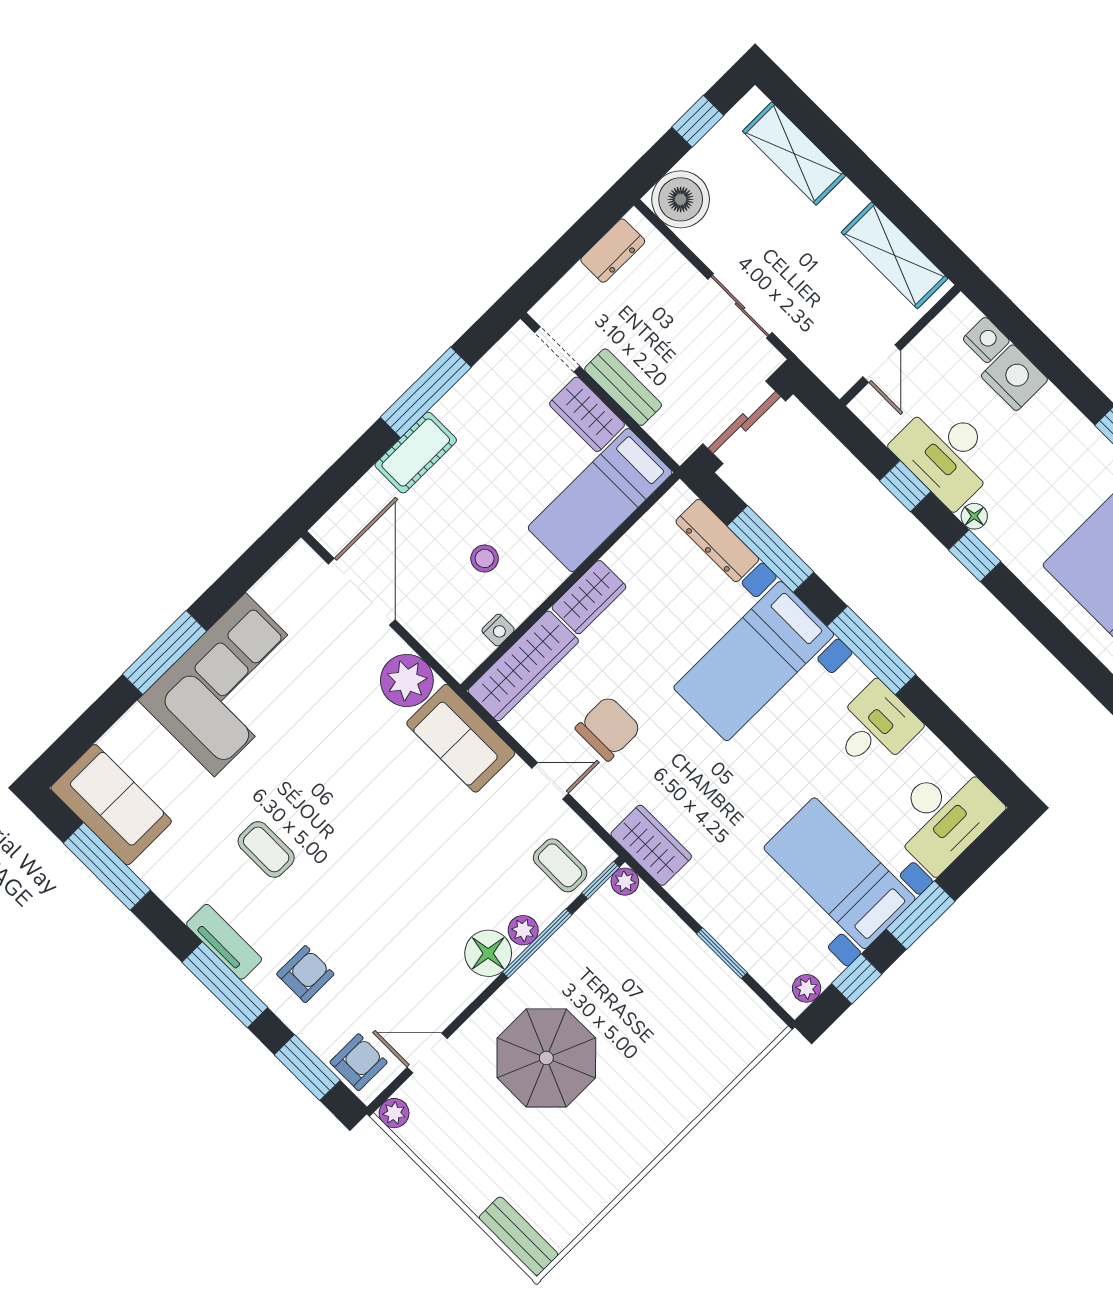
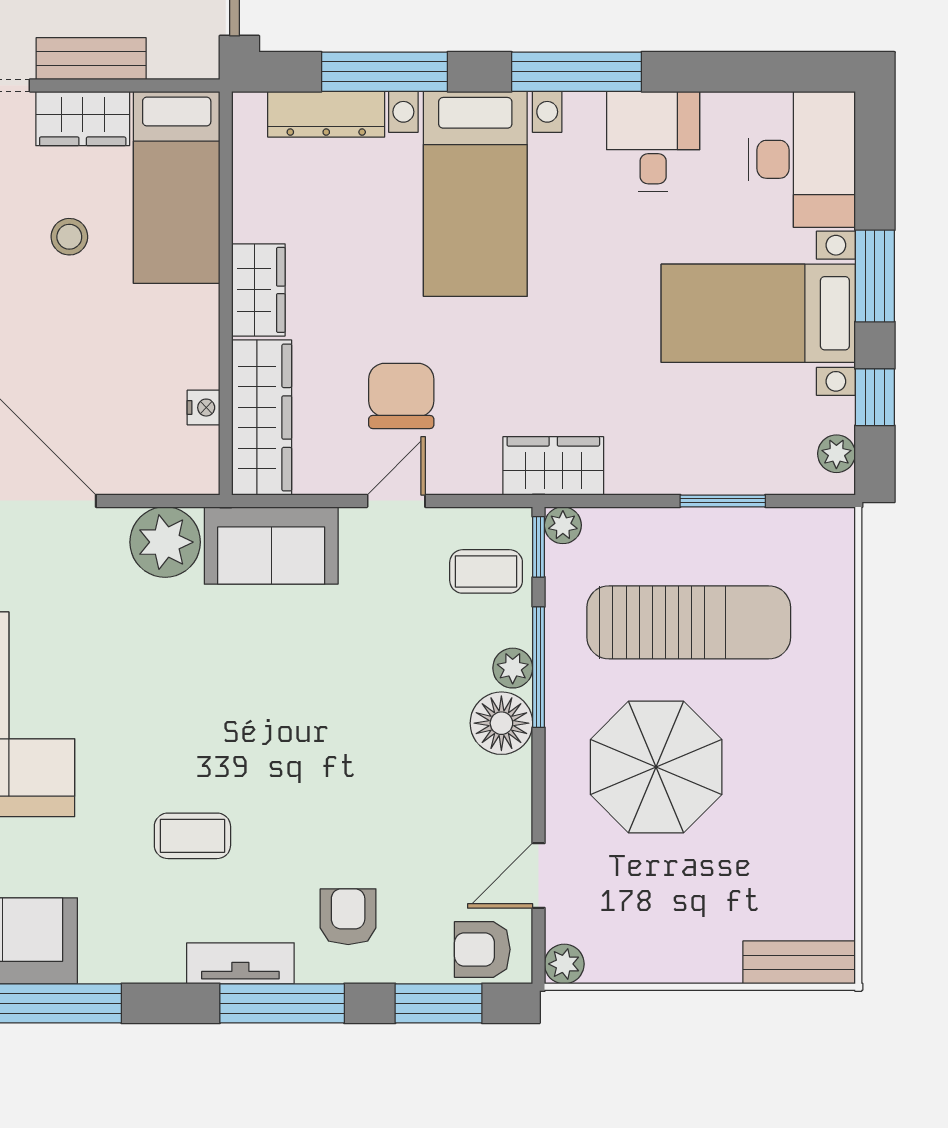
stool: (485, 558) -> (69, 237), moved
sun lounger: (640, 999) -> (689, 622), added
armchair: (359, 1062) -> (482, 949), turned -90

